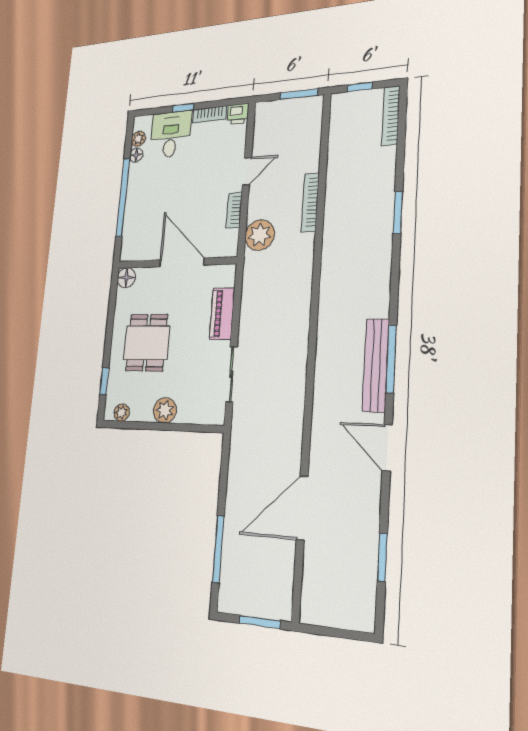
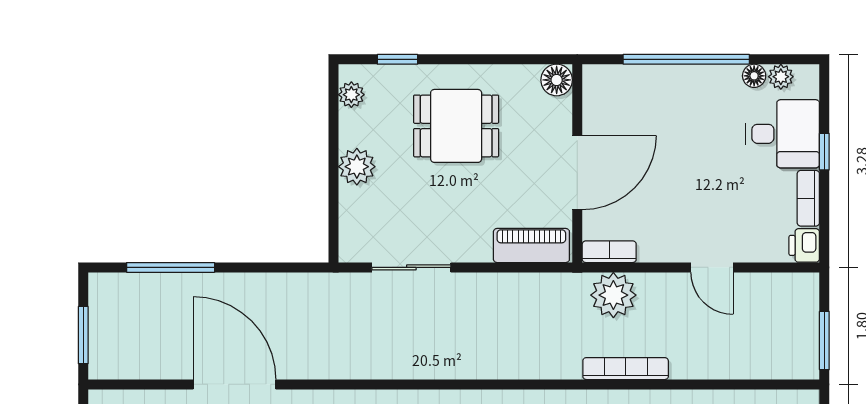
bookcase: (310, 202) -> (626, 369), moved
bookcase: (234, 210) -> (609, 252), moved
piano: (222, 314) -> (531, 245), moved

